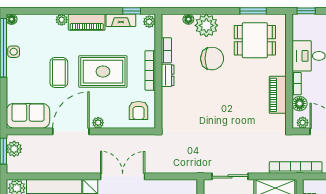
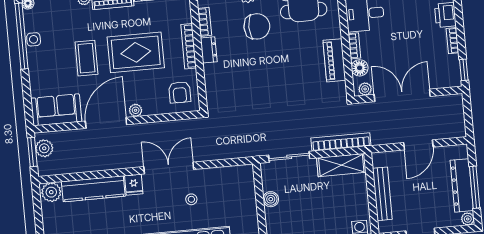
bookcase: (296, 168) -> (341, 142), moved

